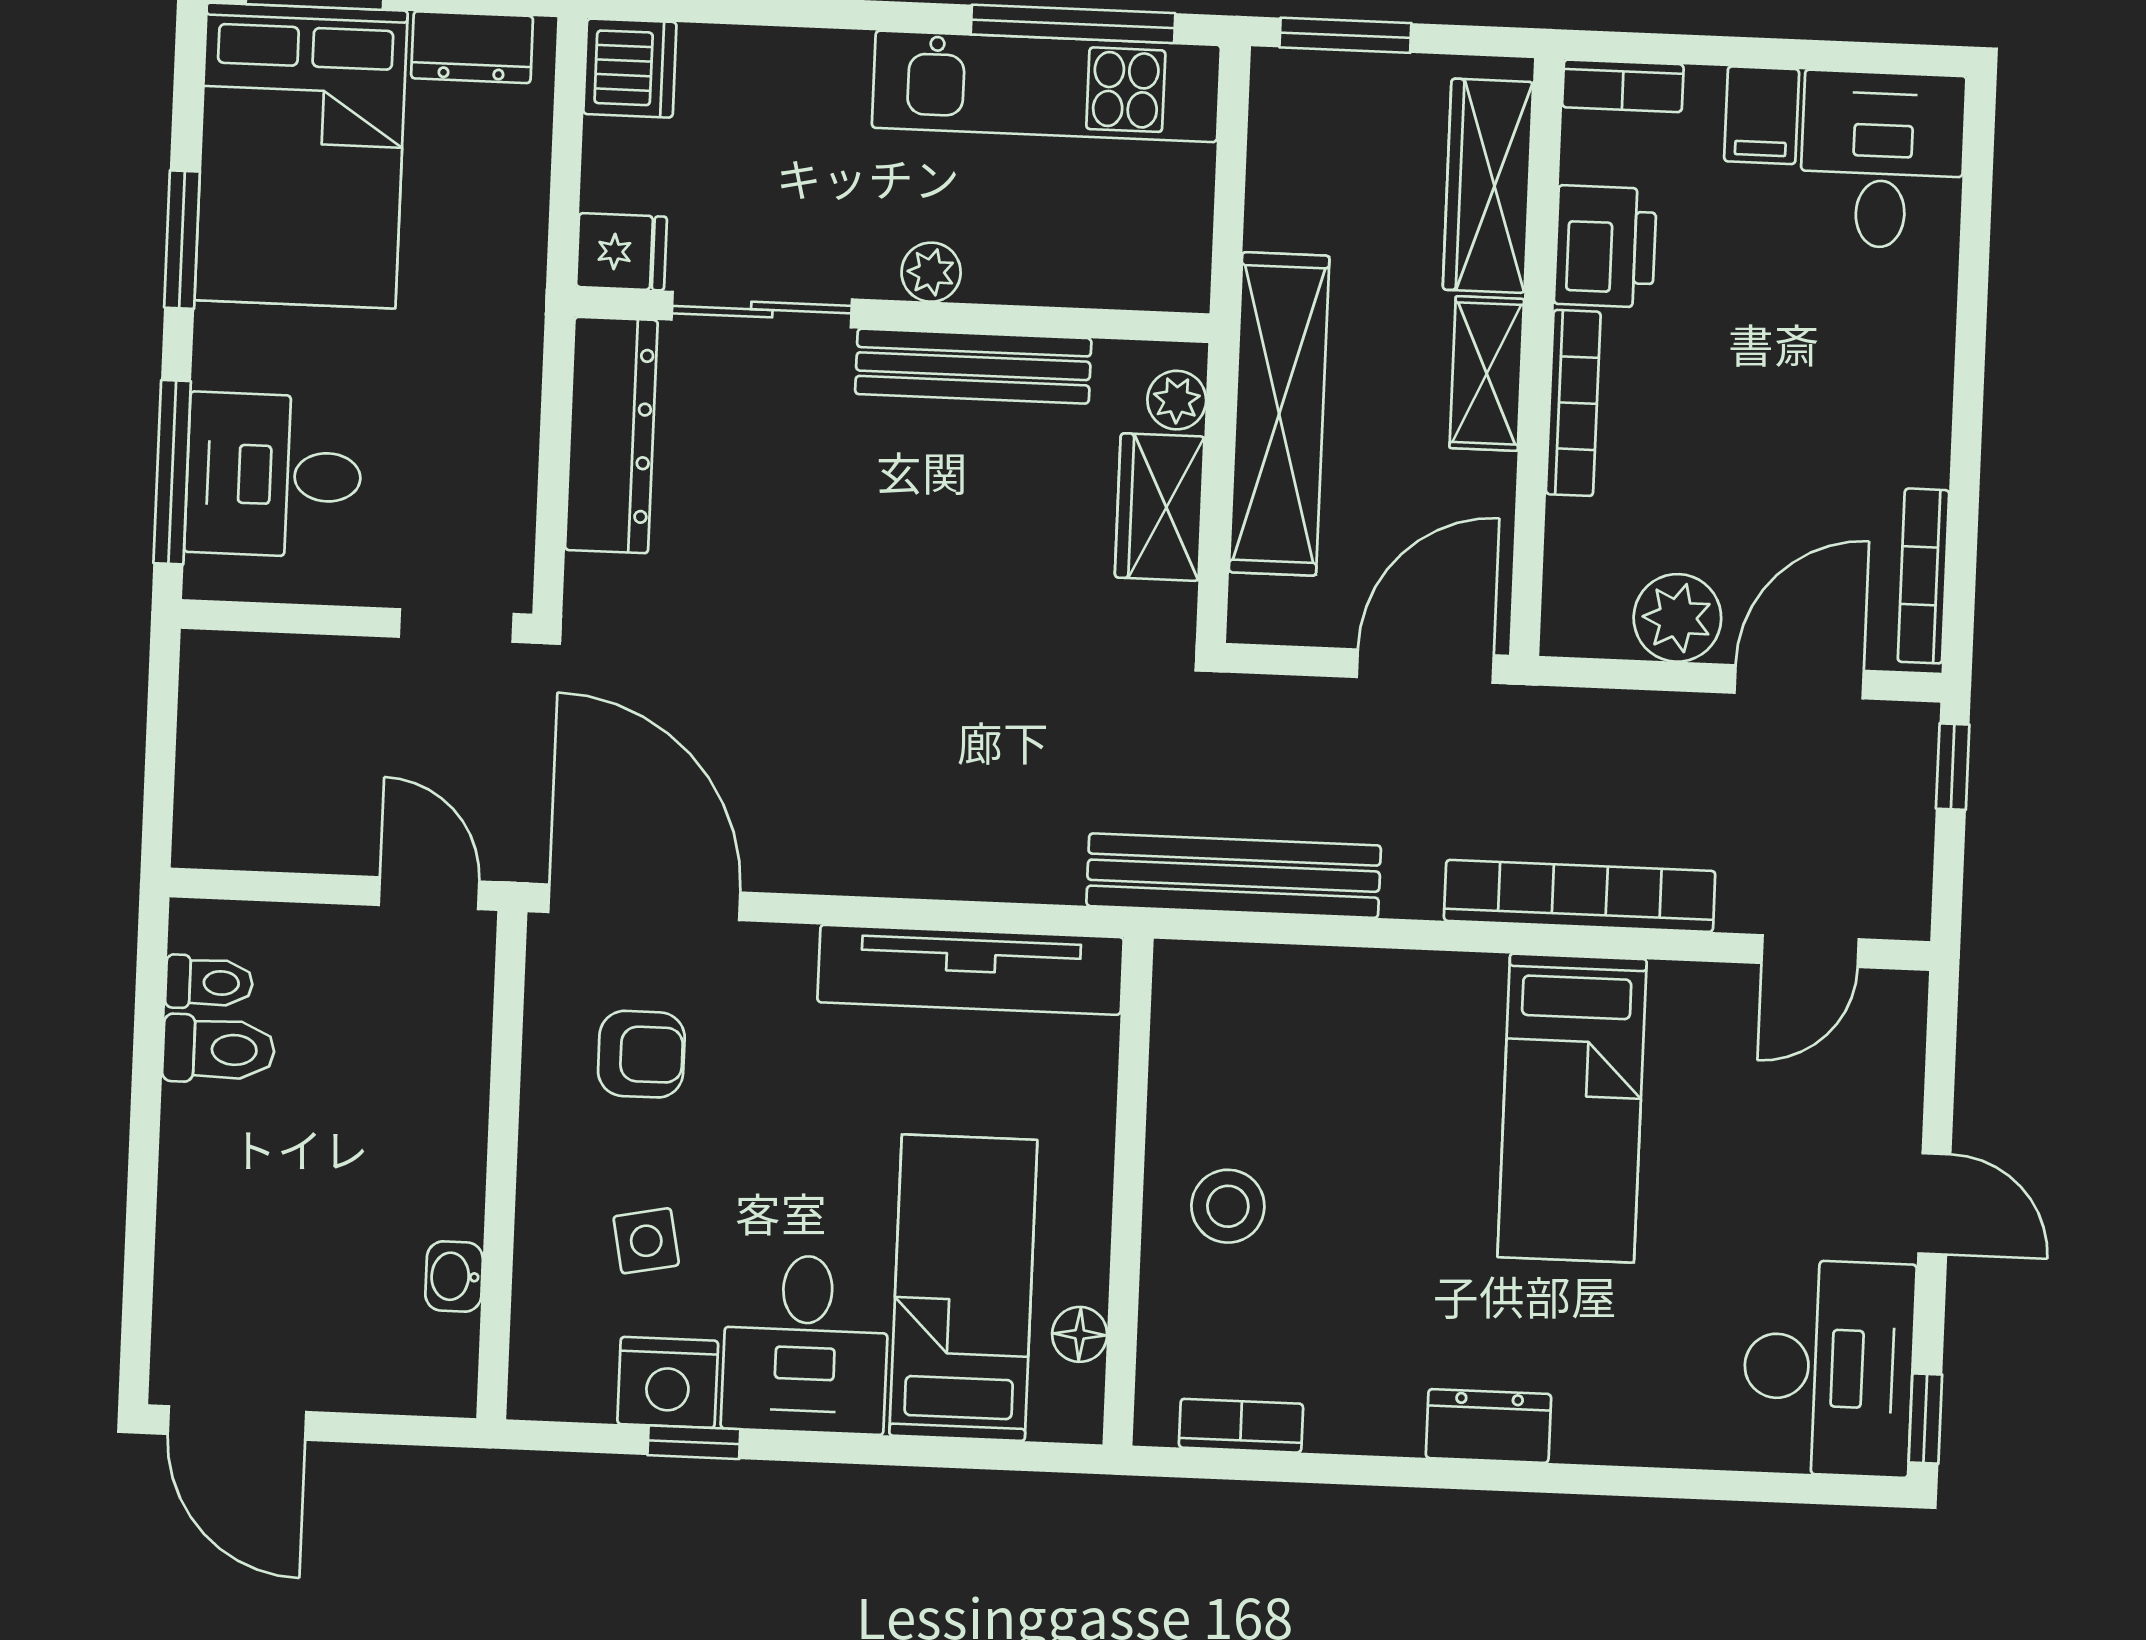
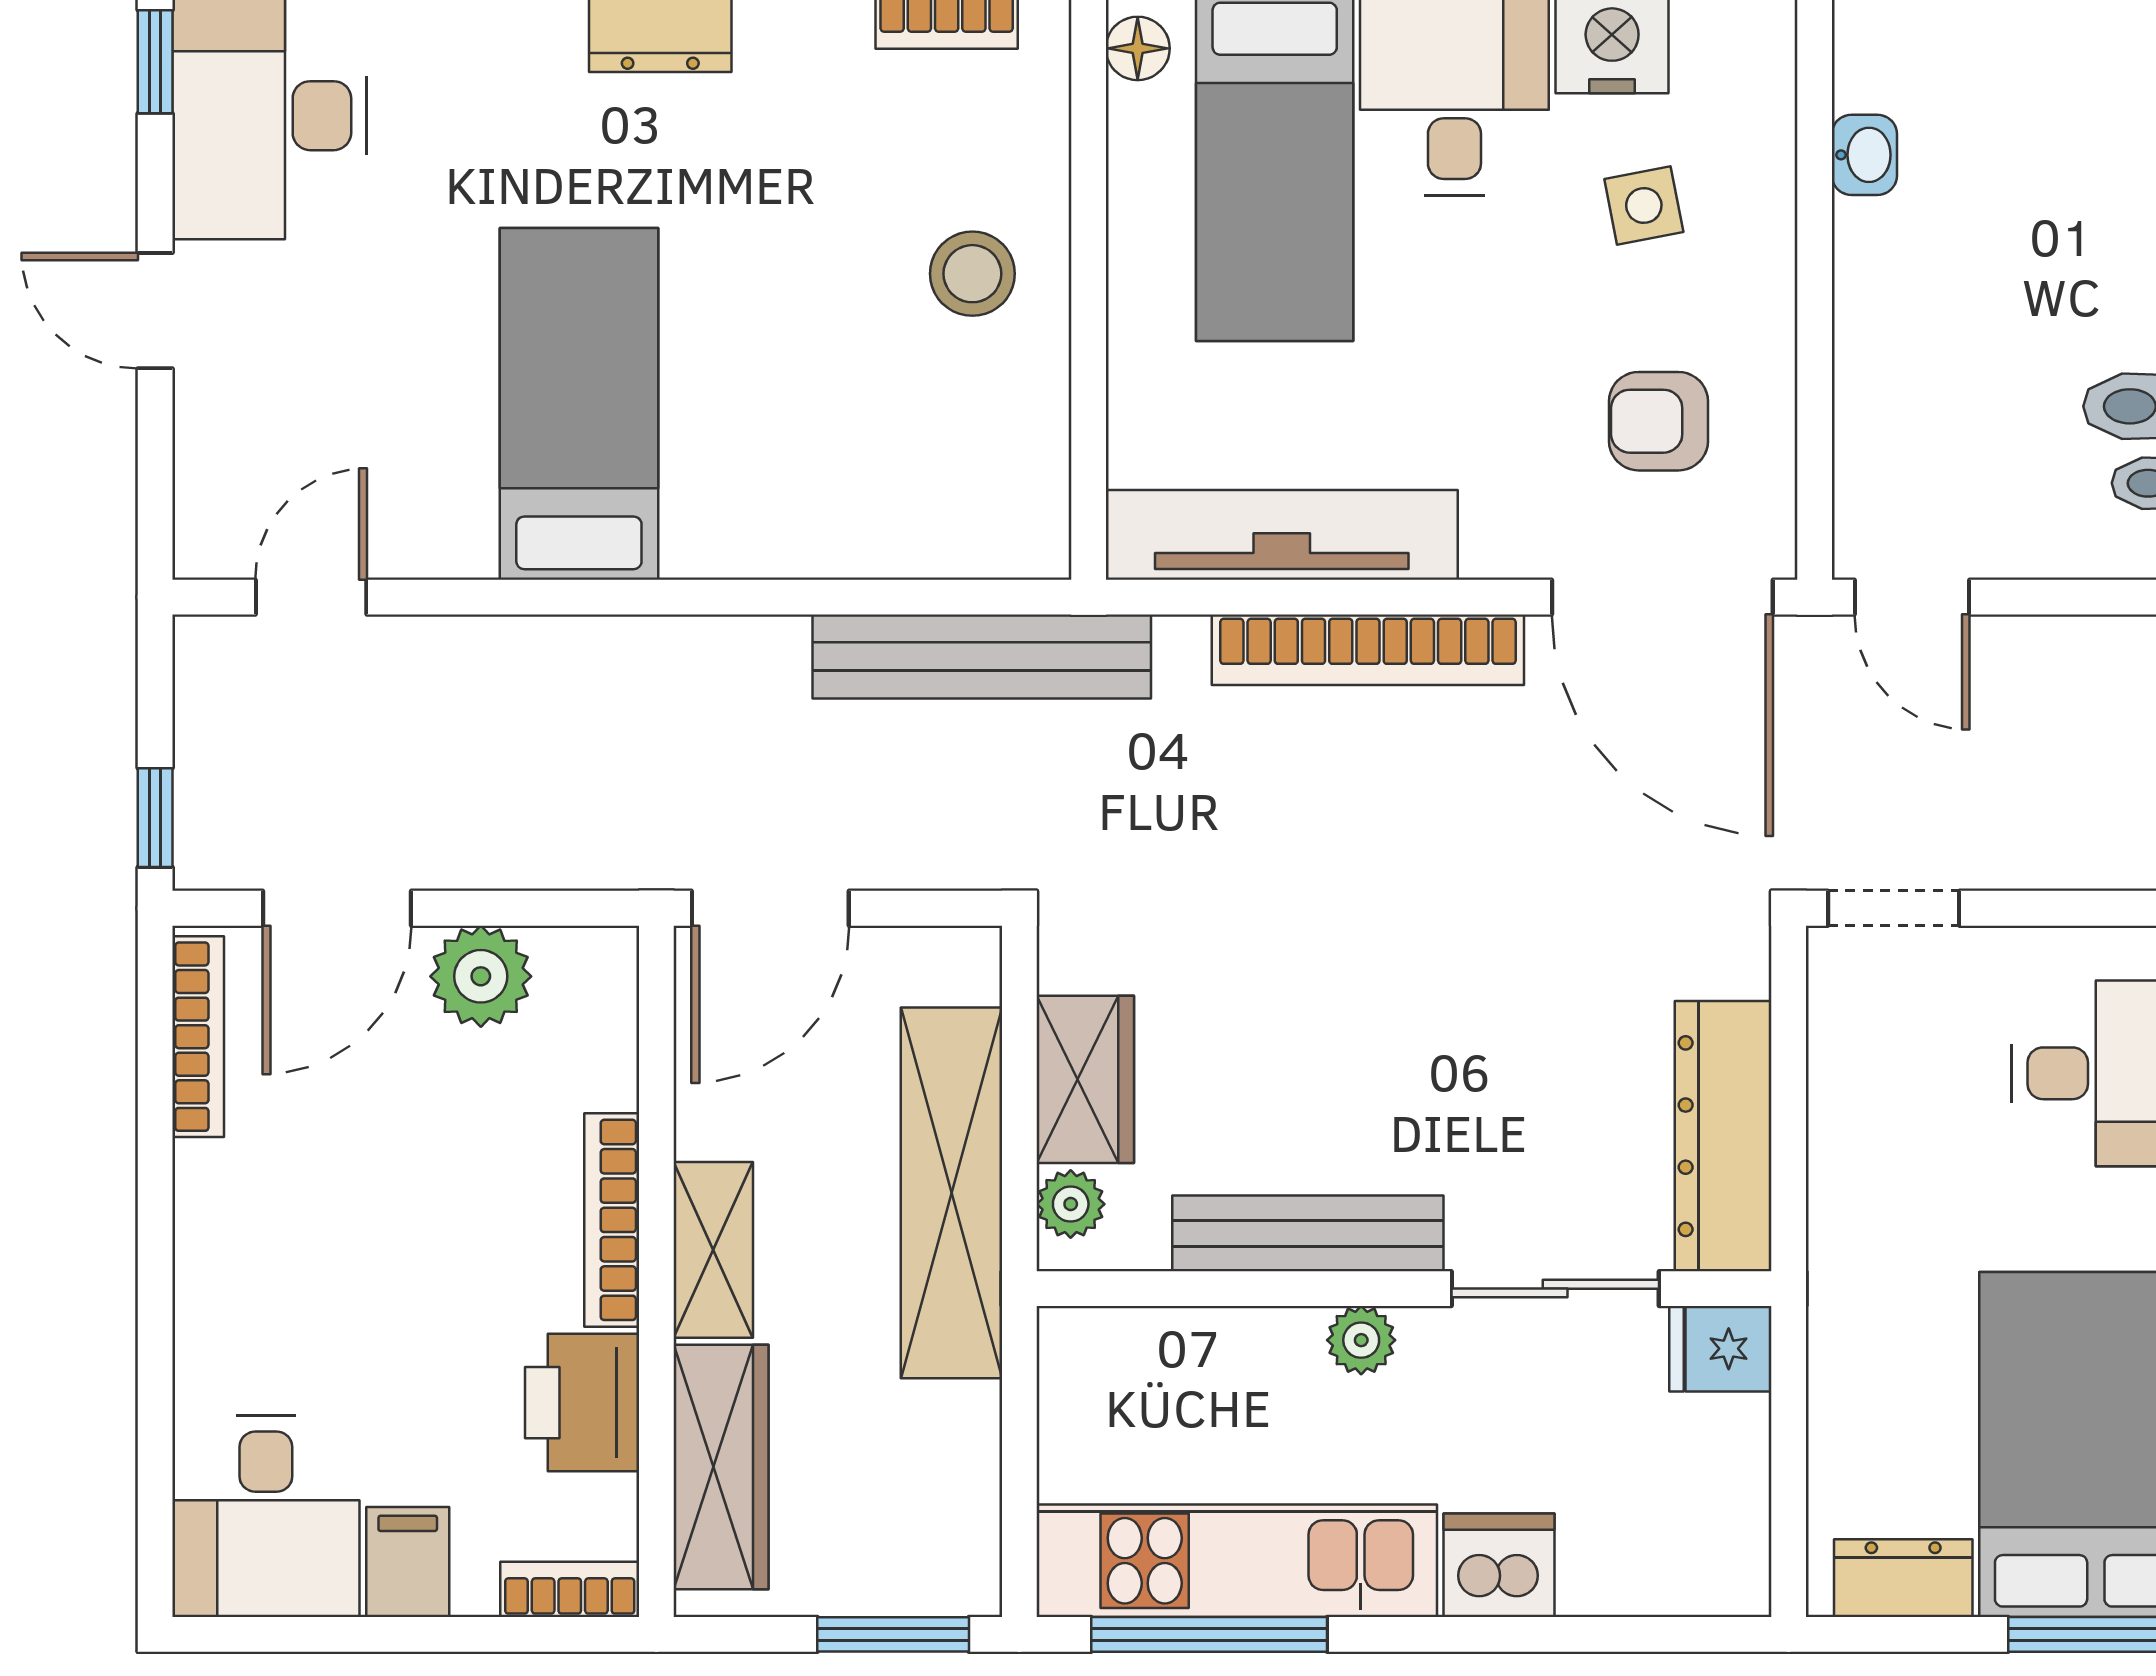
dishwasher: (630, 68) -> (1499, 1565), moved, turned 90
bookcase: (1580, 896) -> (1368, 650), moved
floor lamp: (1080, 1334) -> (1138, 48), moved

